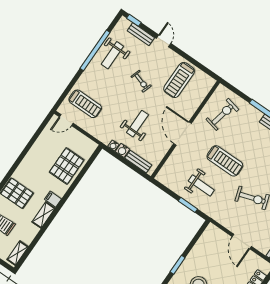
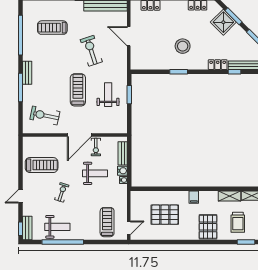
bench: (141, 34) -> (27, 228), moved
door: (66, 120) -> (129, 228), hinge flipped
weight bench: (137, 124) -> (95, 173), turned 180
exercise bike: (161, 141) -> (96, 147), added
pallet: (67, 166) -> (165, 215), moved
shelving: (44, 215) -> (229, 196), moved
door: (242, 242) -> (129, 36), swing flipped

